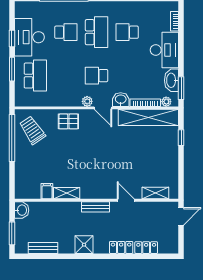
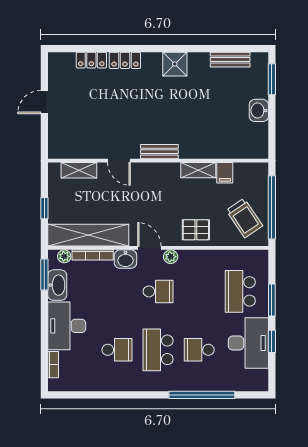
filing cabinet: (47, 191) -> (225, 173), moved
shelving: (67, 193) -> (198, 170), moved
shelving: (155, 193) -> (79, 170), moved
wall: (97, 200) -> (158, 161), moved
door: (126, 200) -> (119, 161), moved
bench: (96, 207) -> (159, 152), moved

